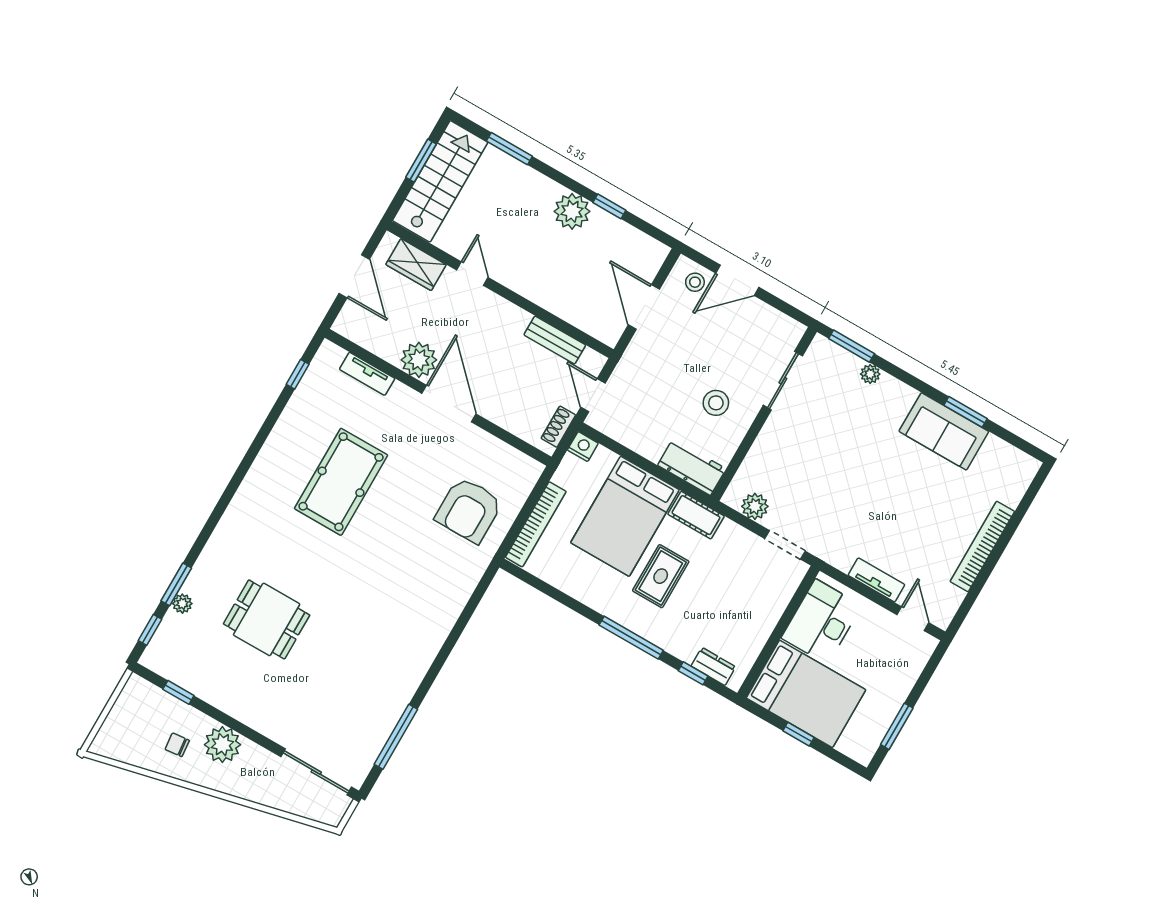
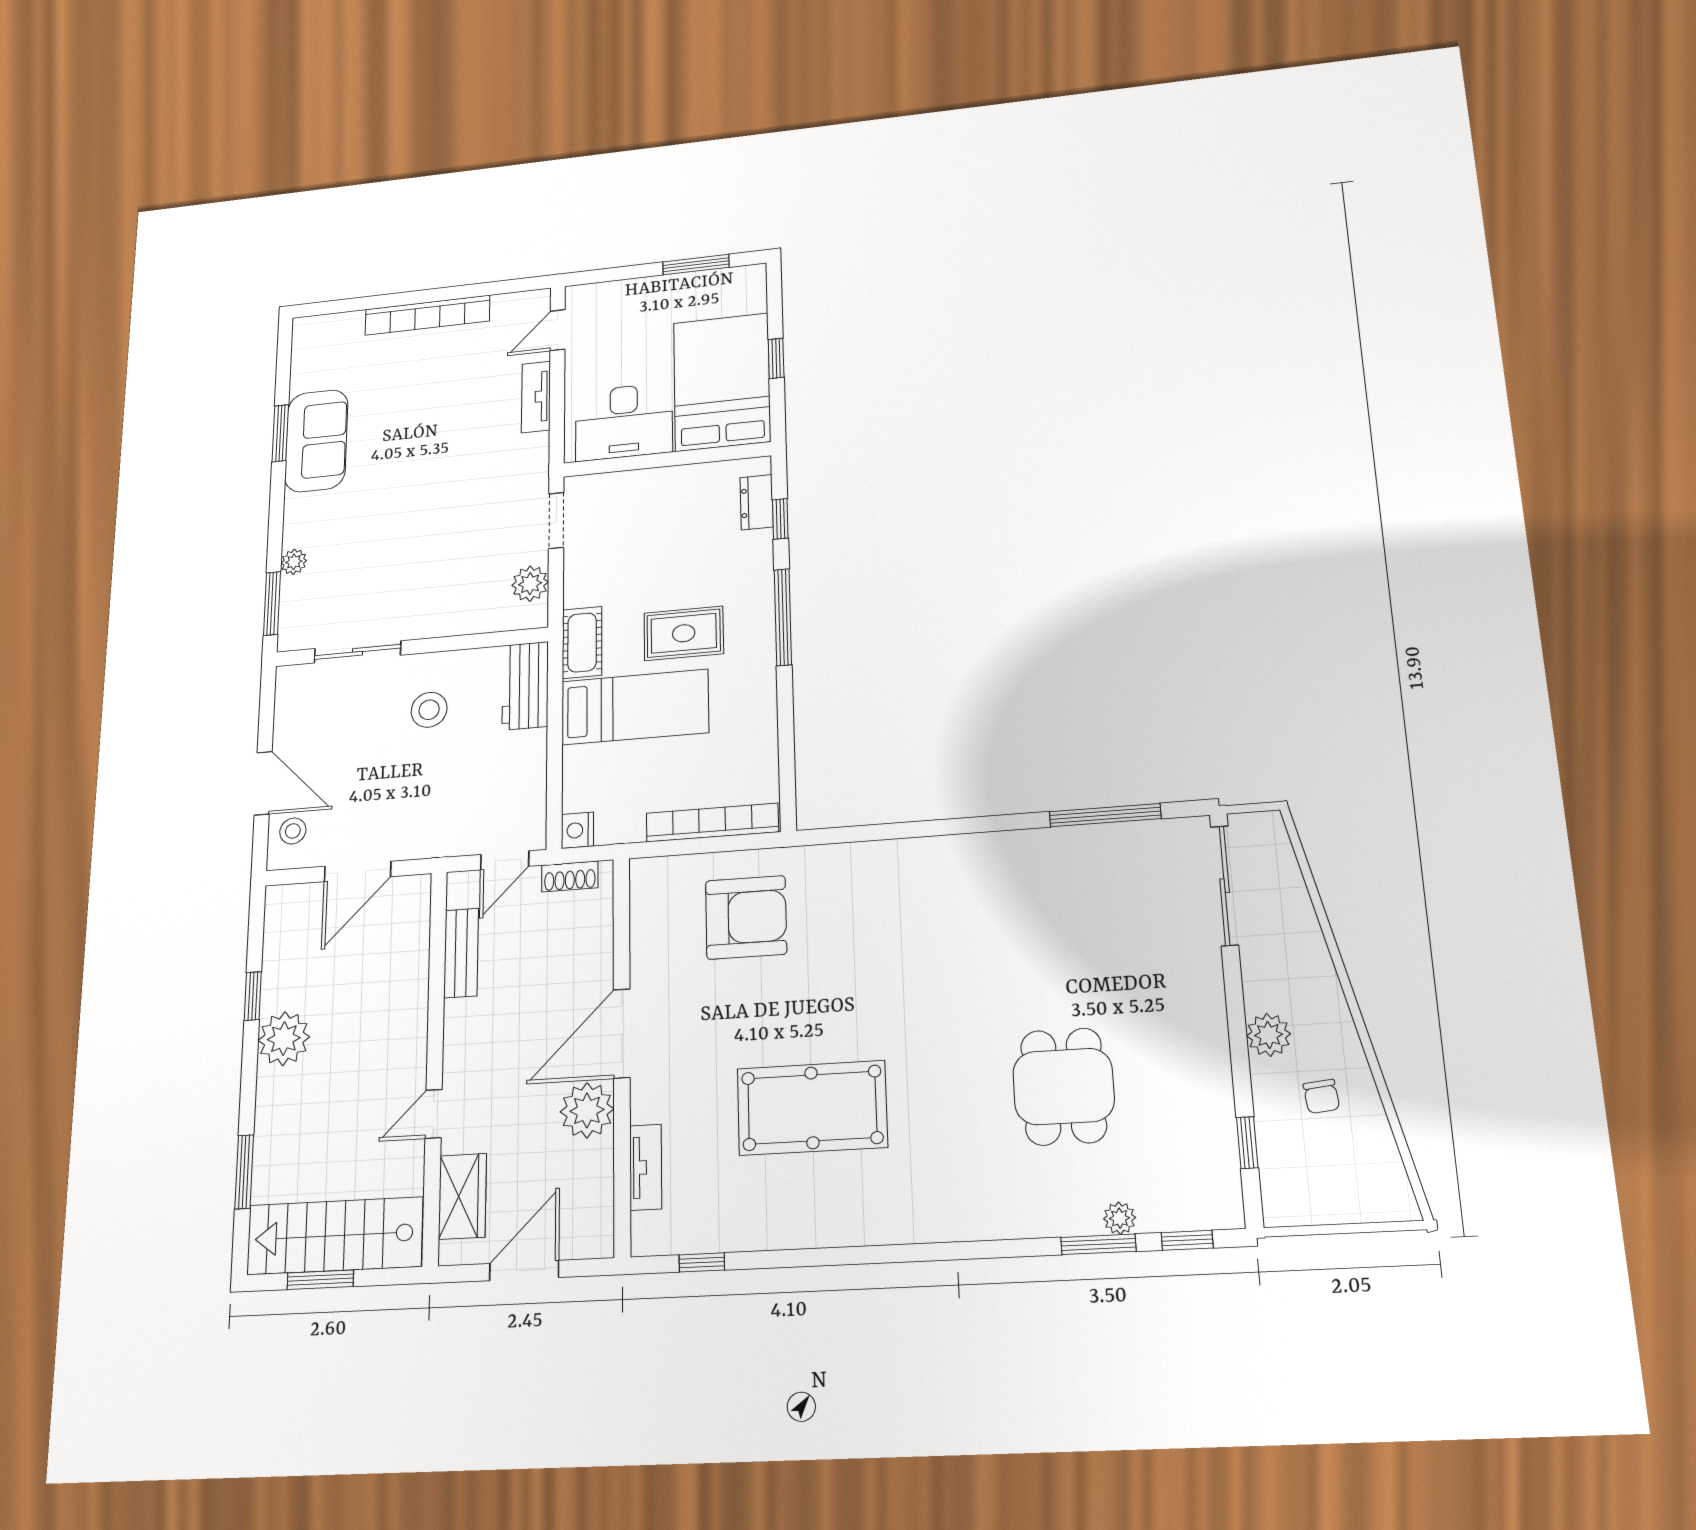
bed: (625, 516) -> (635, 707), width x0.67
plant: (222, 745) -> (1269, 1035), width x0.73, depth x0.73

